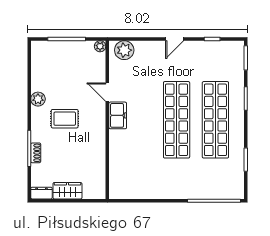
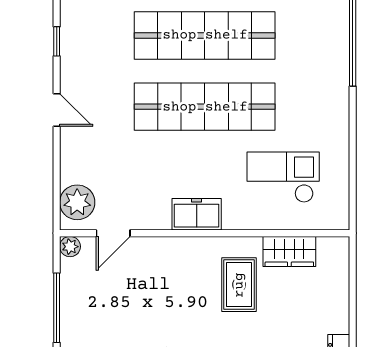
door: (107, 92) -> (113, 233), moved
rug: (65, 119) -> (239, 285), moved
checkout: (138, 163) -> (283, 177), added
wardrobe: (67, 191) -> (289, 251), moved, turned -90

